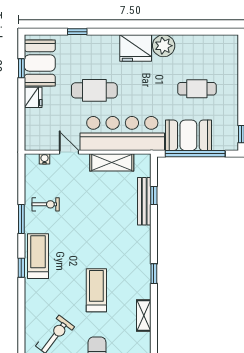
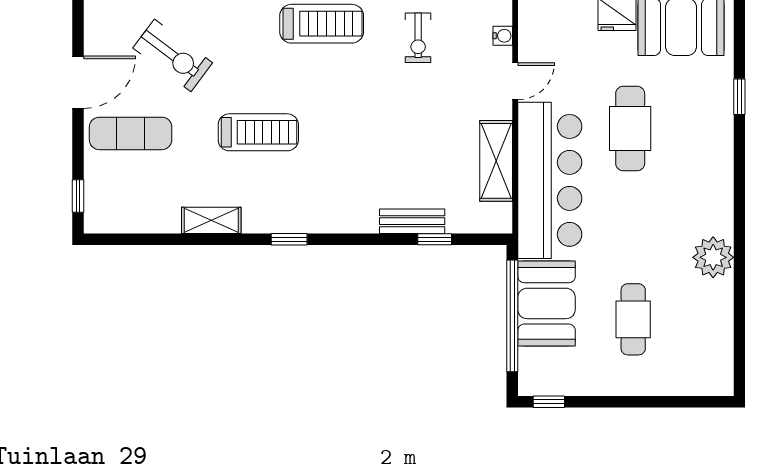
fridge: (136, 48) -> (709, 205), removed
bench: (144, 201) -> (412, 221), width x0.73

